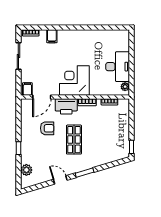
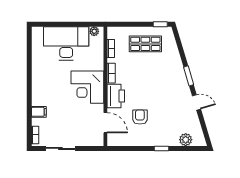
desk: (118, 67) -> (66, 43), width x1.36, depth x1.30
filing cabinet: (27, 89) -> (97, 139), removed
shop shelf: (74, 140) -> (145, 44), moved
door: (60, 180) -> (197, 102), swing flipped

